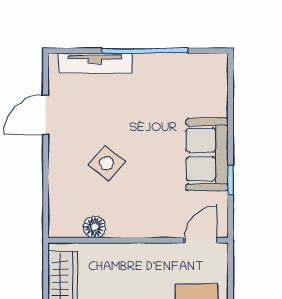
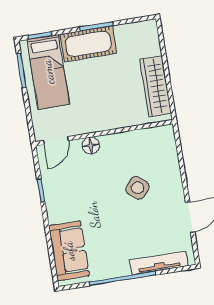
sofa: (207, 155) -> (69, 251), moved
floor lamp: (95, 227) -> (91, 145), moved

